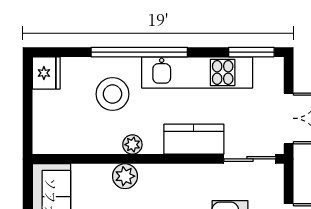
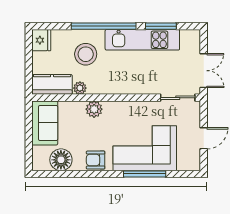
window: (251, 52) -> (161, 26), moved
kitchen counter: (194, 139) -> (52, 84), moved
plant: (132, 145) -> (80, 88), moved

